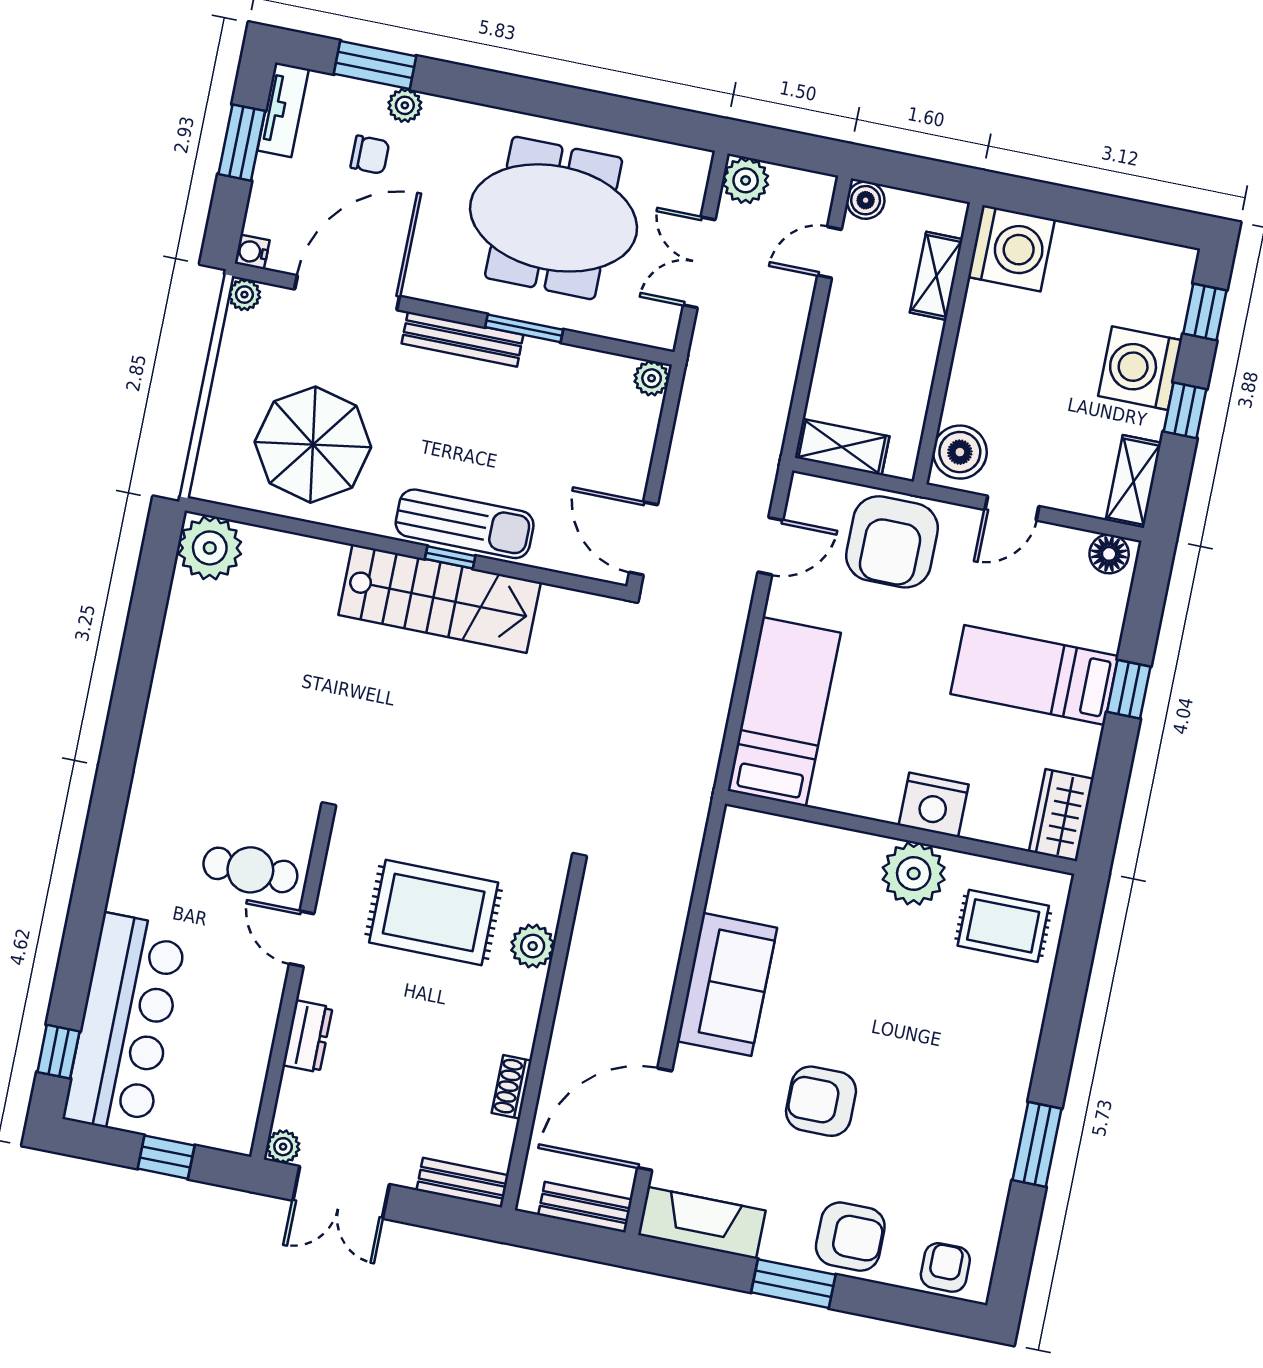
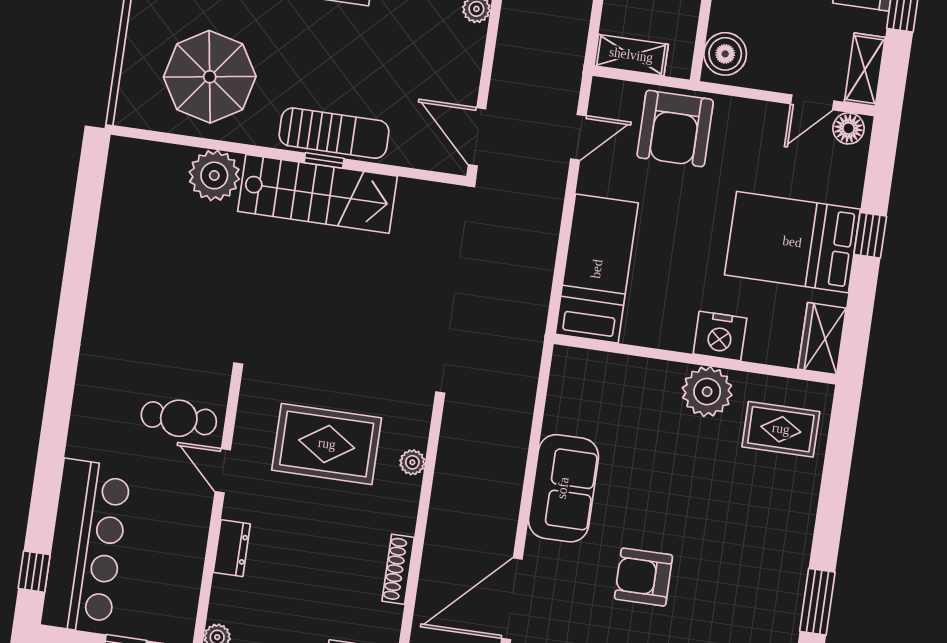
door: (1012, 508) -> (812, 102), moved
plant: (210, 548) -> (214, 175), moved
bed: (1034, 675) -> (792, 242), width x1.50
plant: (533, 946) -> (412, 462), width x0.73, depth x0.73
shoe rack: (512, 1087) -> (398, 569), width x1.43

